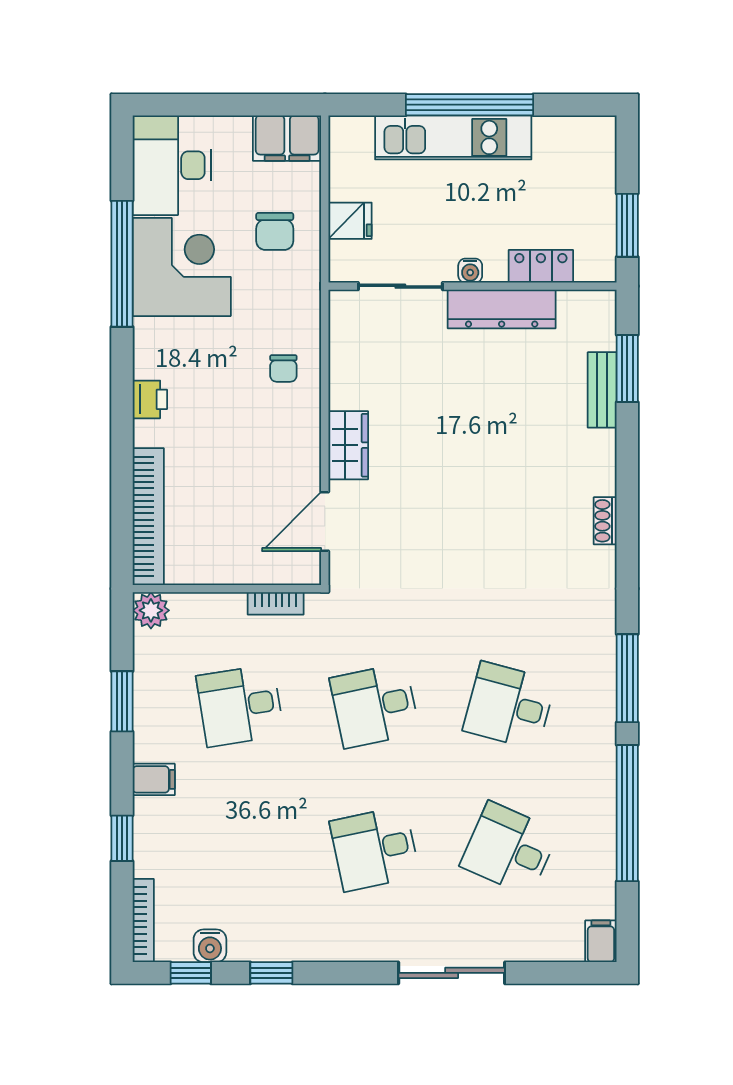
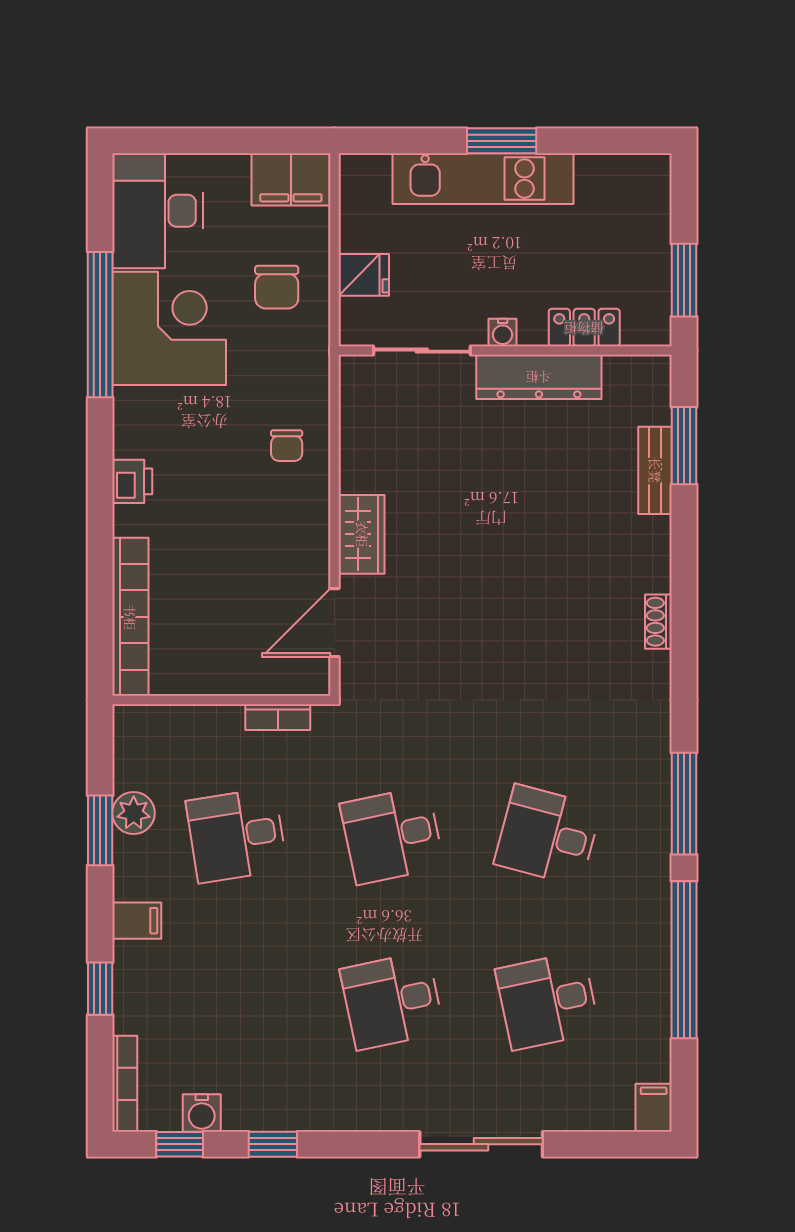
window: (469, 105) -> (502, 141), width x0.47
plant: (151, 610) -> (134, 813), moved
desk: (509, 849) -> (548, 1001), turned -36

